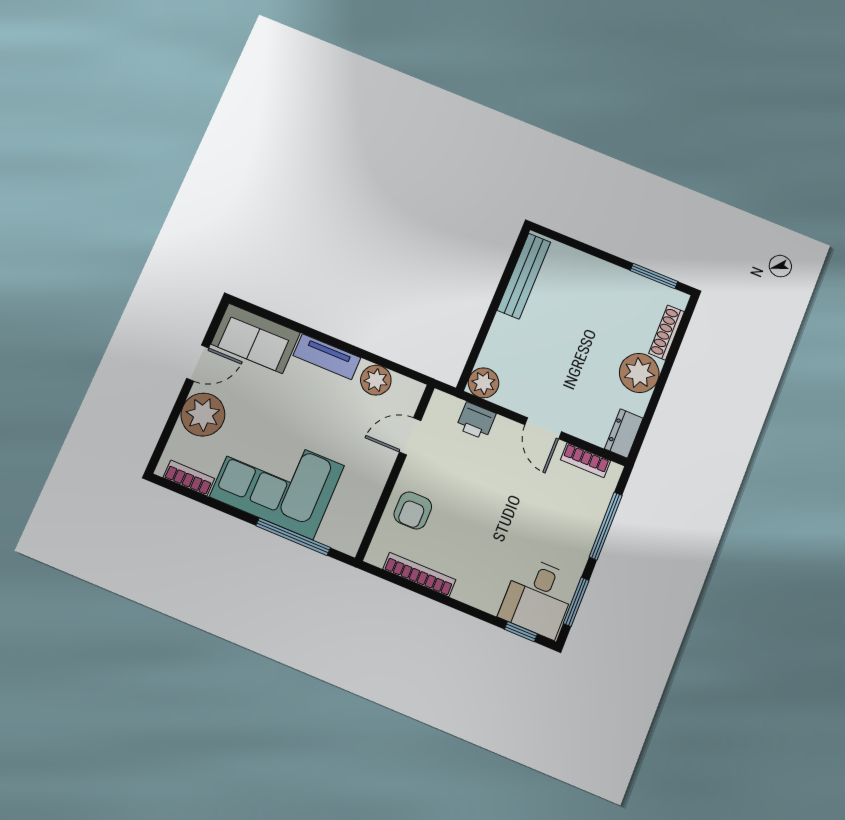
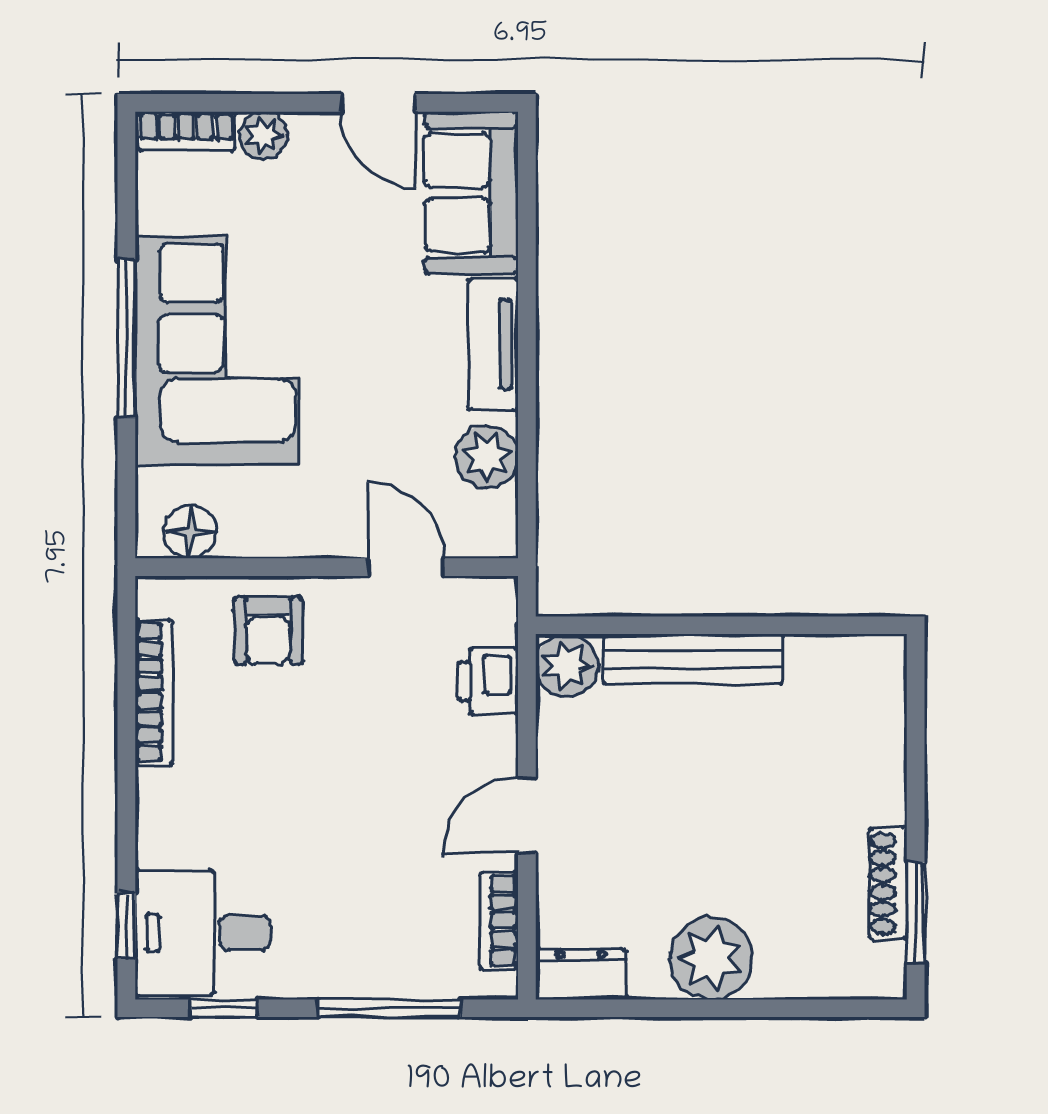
bench: (524, 276) -> (693, 659), moved
shoe rack: (666, 333) -> (888, 884), moved, turned -90
plant: (203, 415) -> (264, 135), width x0.53, depth x0.53
bookcase: (189, 478) -> (186, 131), moved, turned 90
armchair: (413, 510) -> (268, 631), turned -90
floor lamp: (353, 527) -> (190, 532), added
window: (293, 537) -> (126, 338), moved
window: (576, 602) -> (224, 1008), width x0.67

